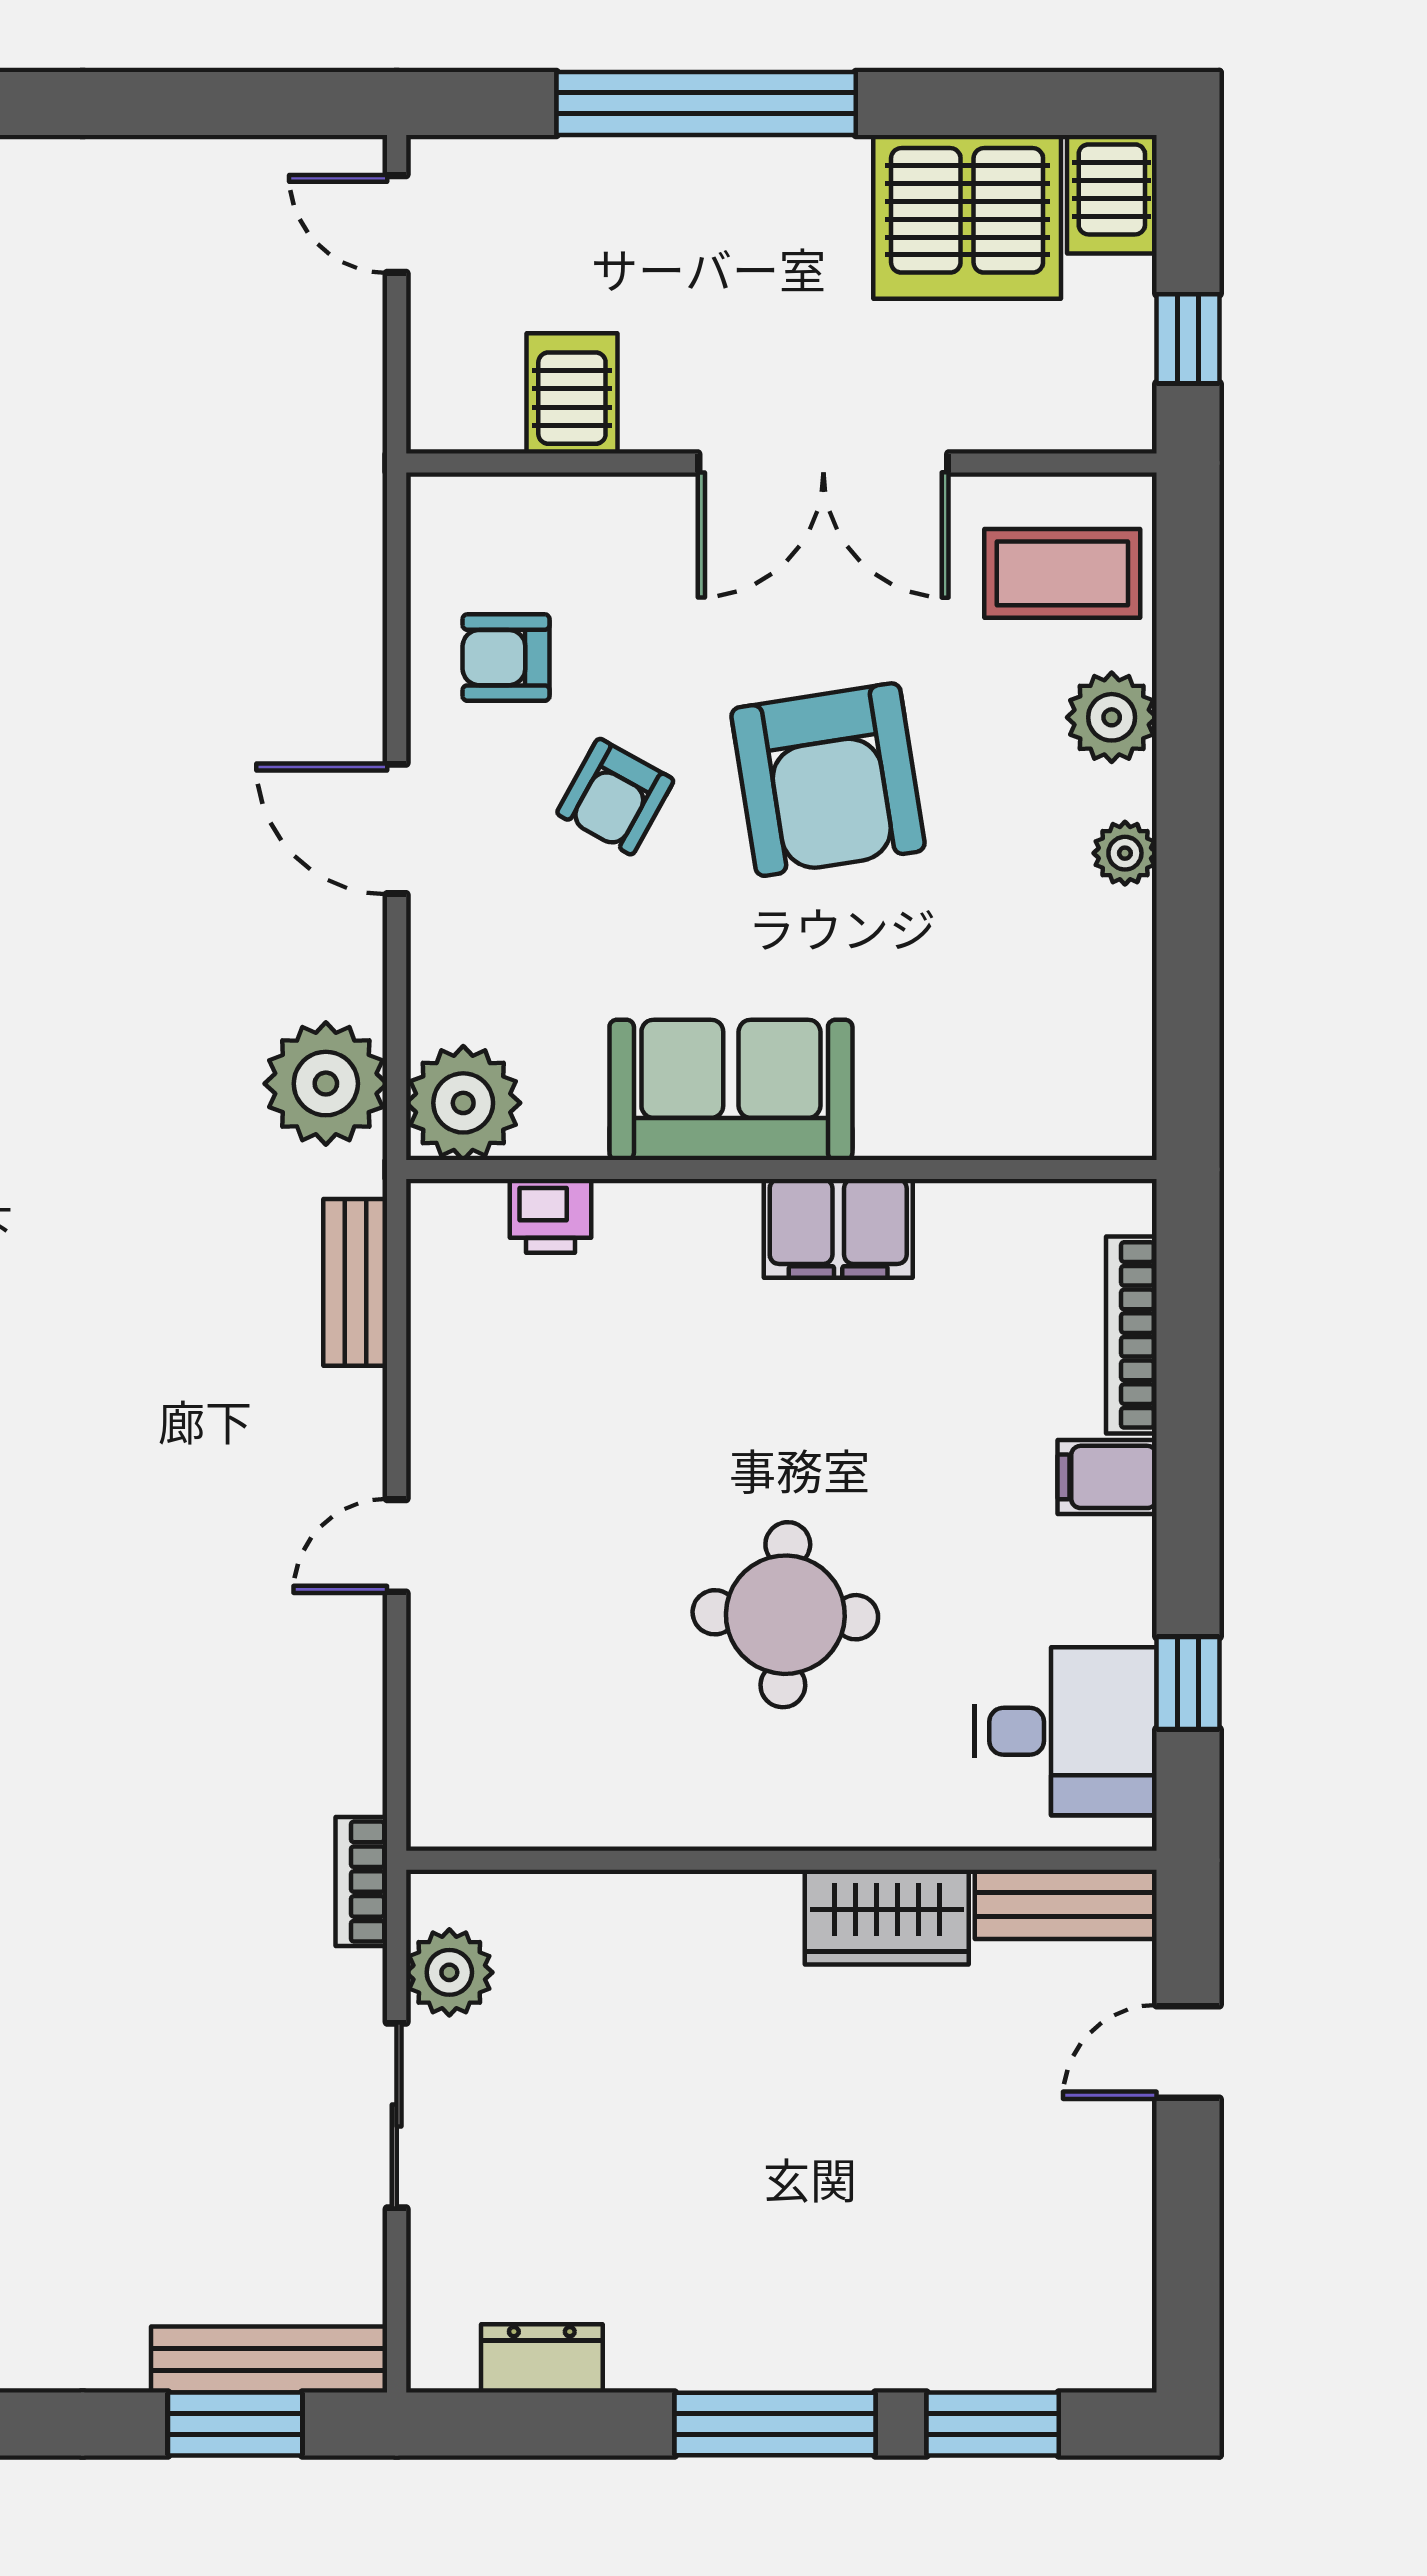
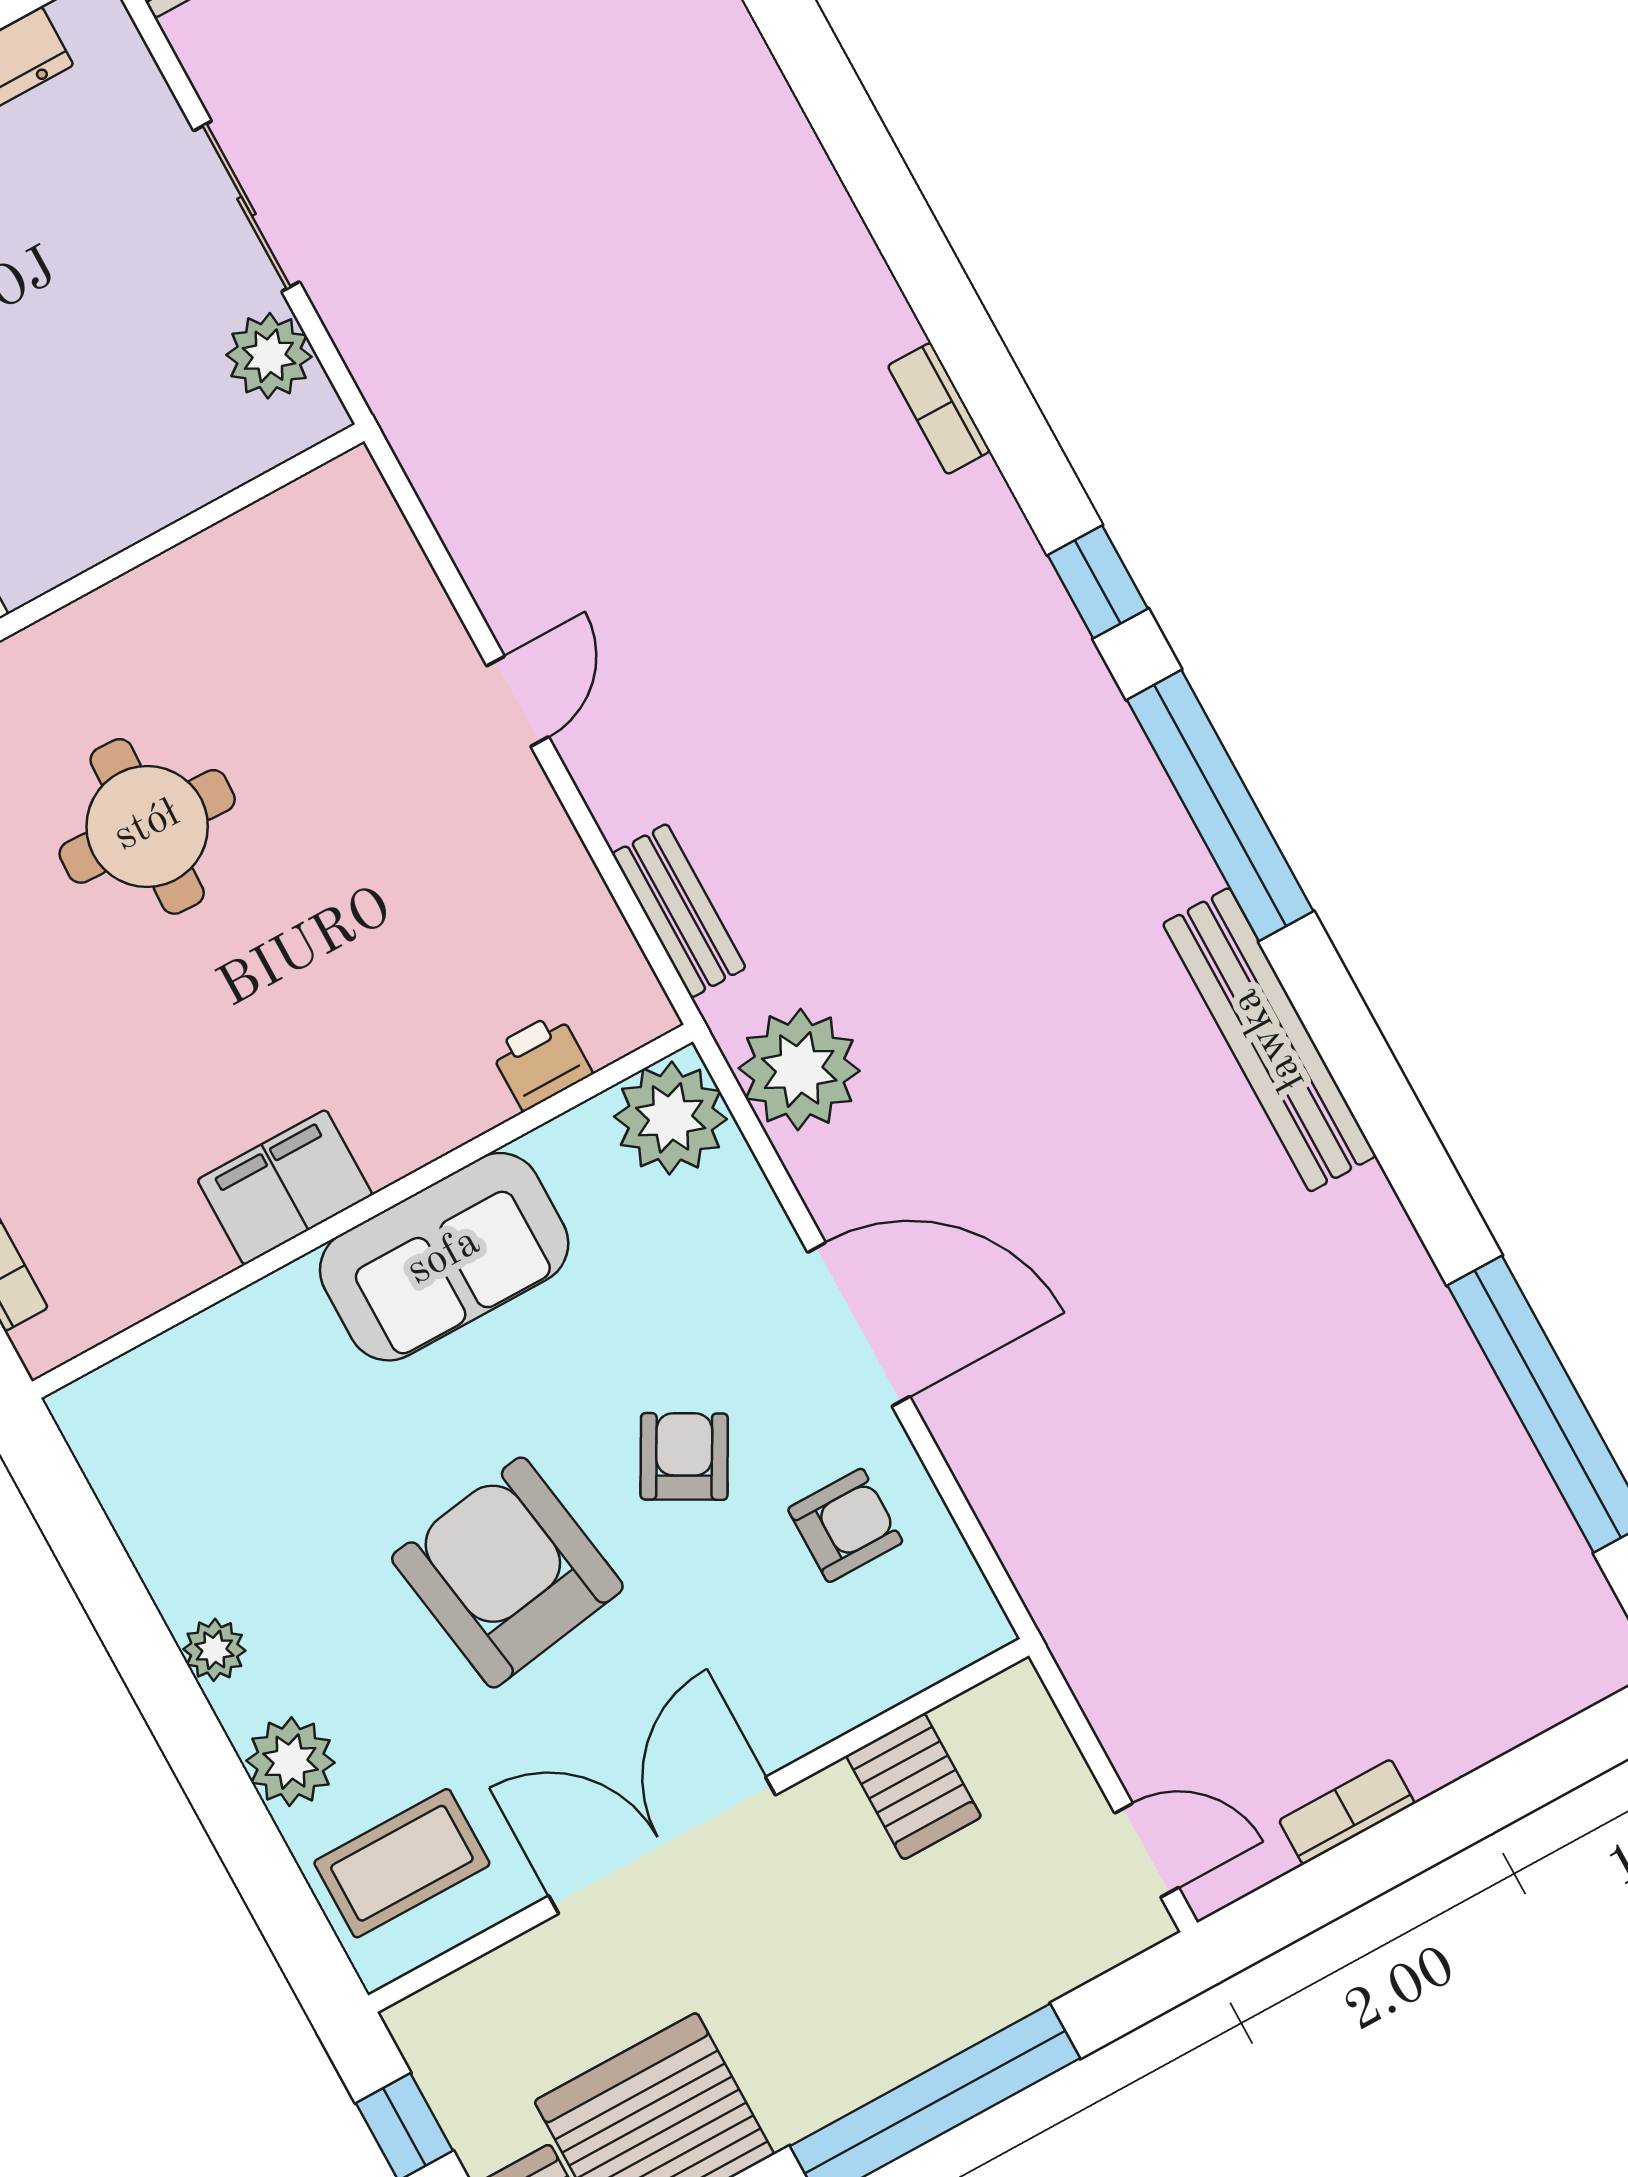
door: (397, 829) -> (859, 1324), width x1.36
bookcase: (361, 1882) -> (1347, 1812), moved, turned -90

